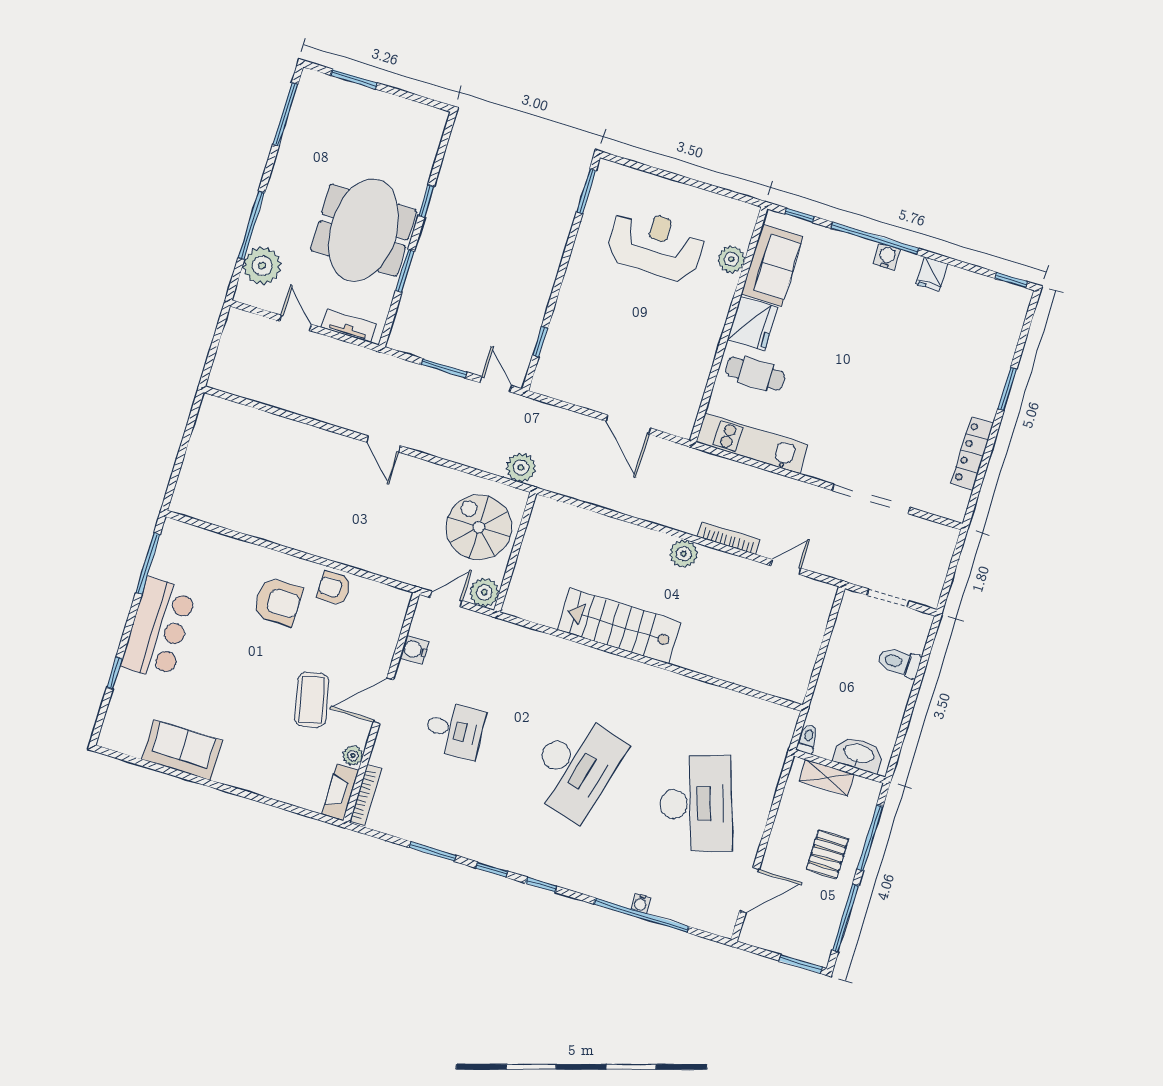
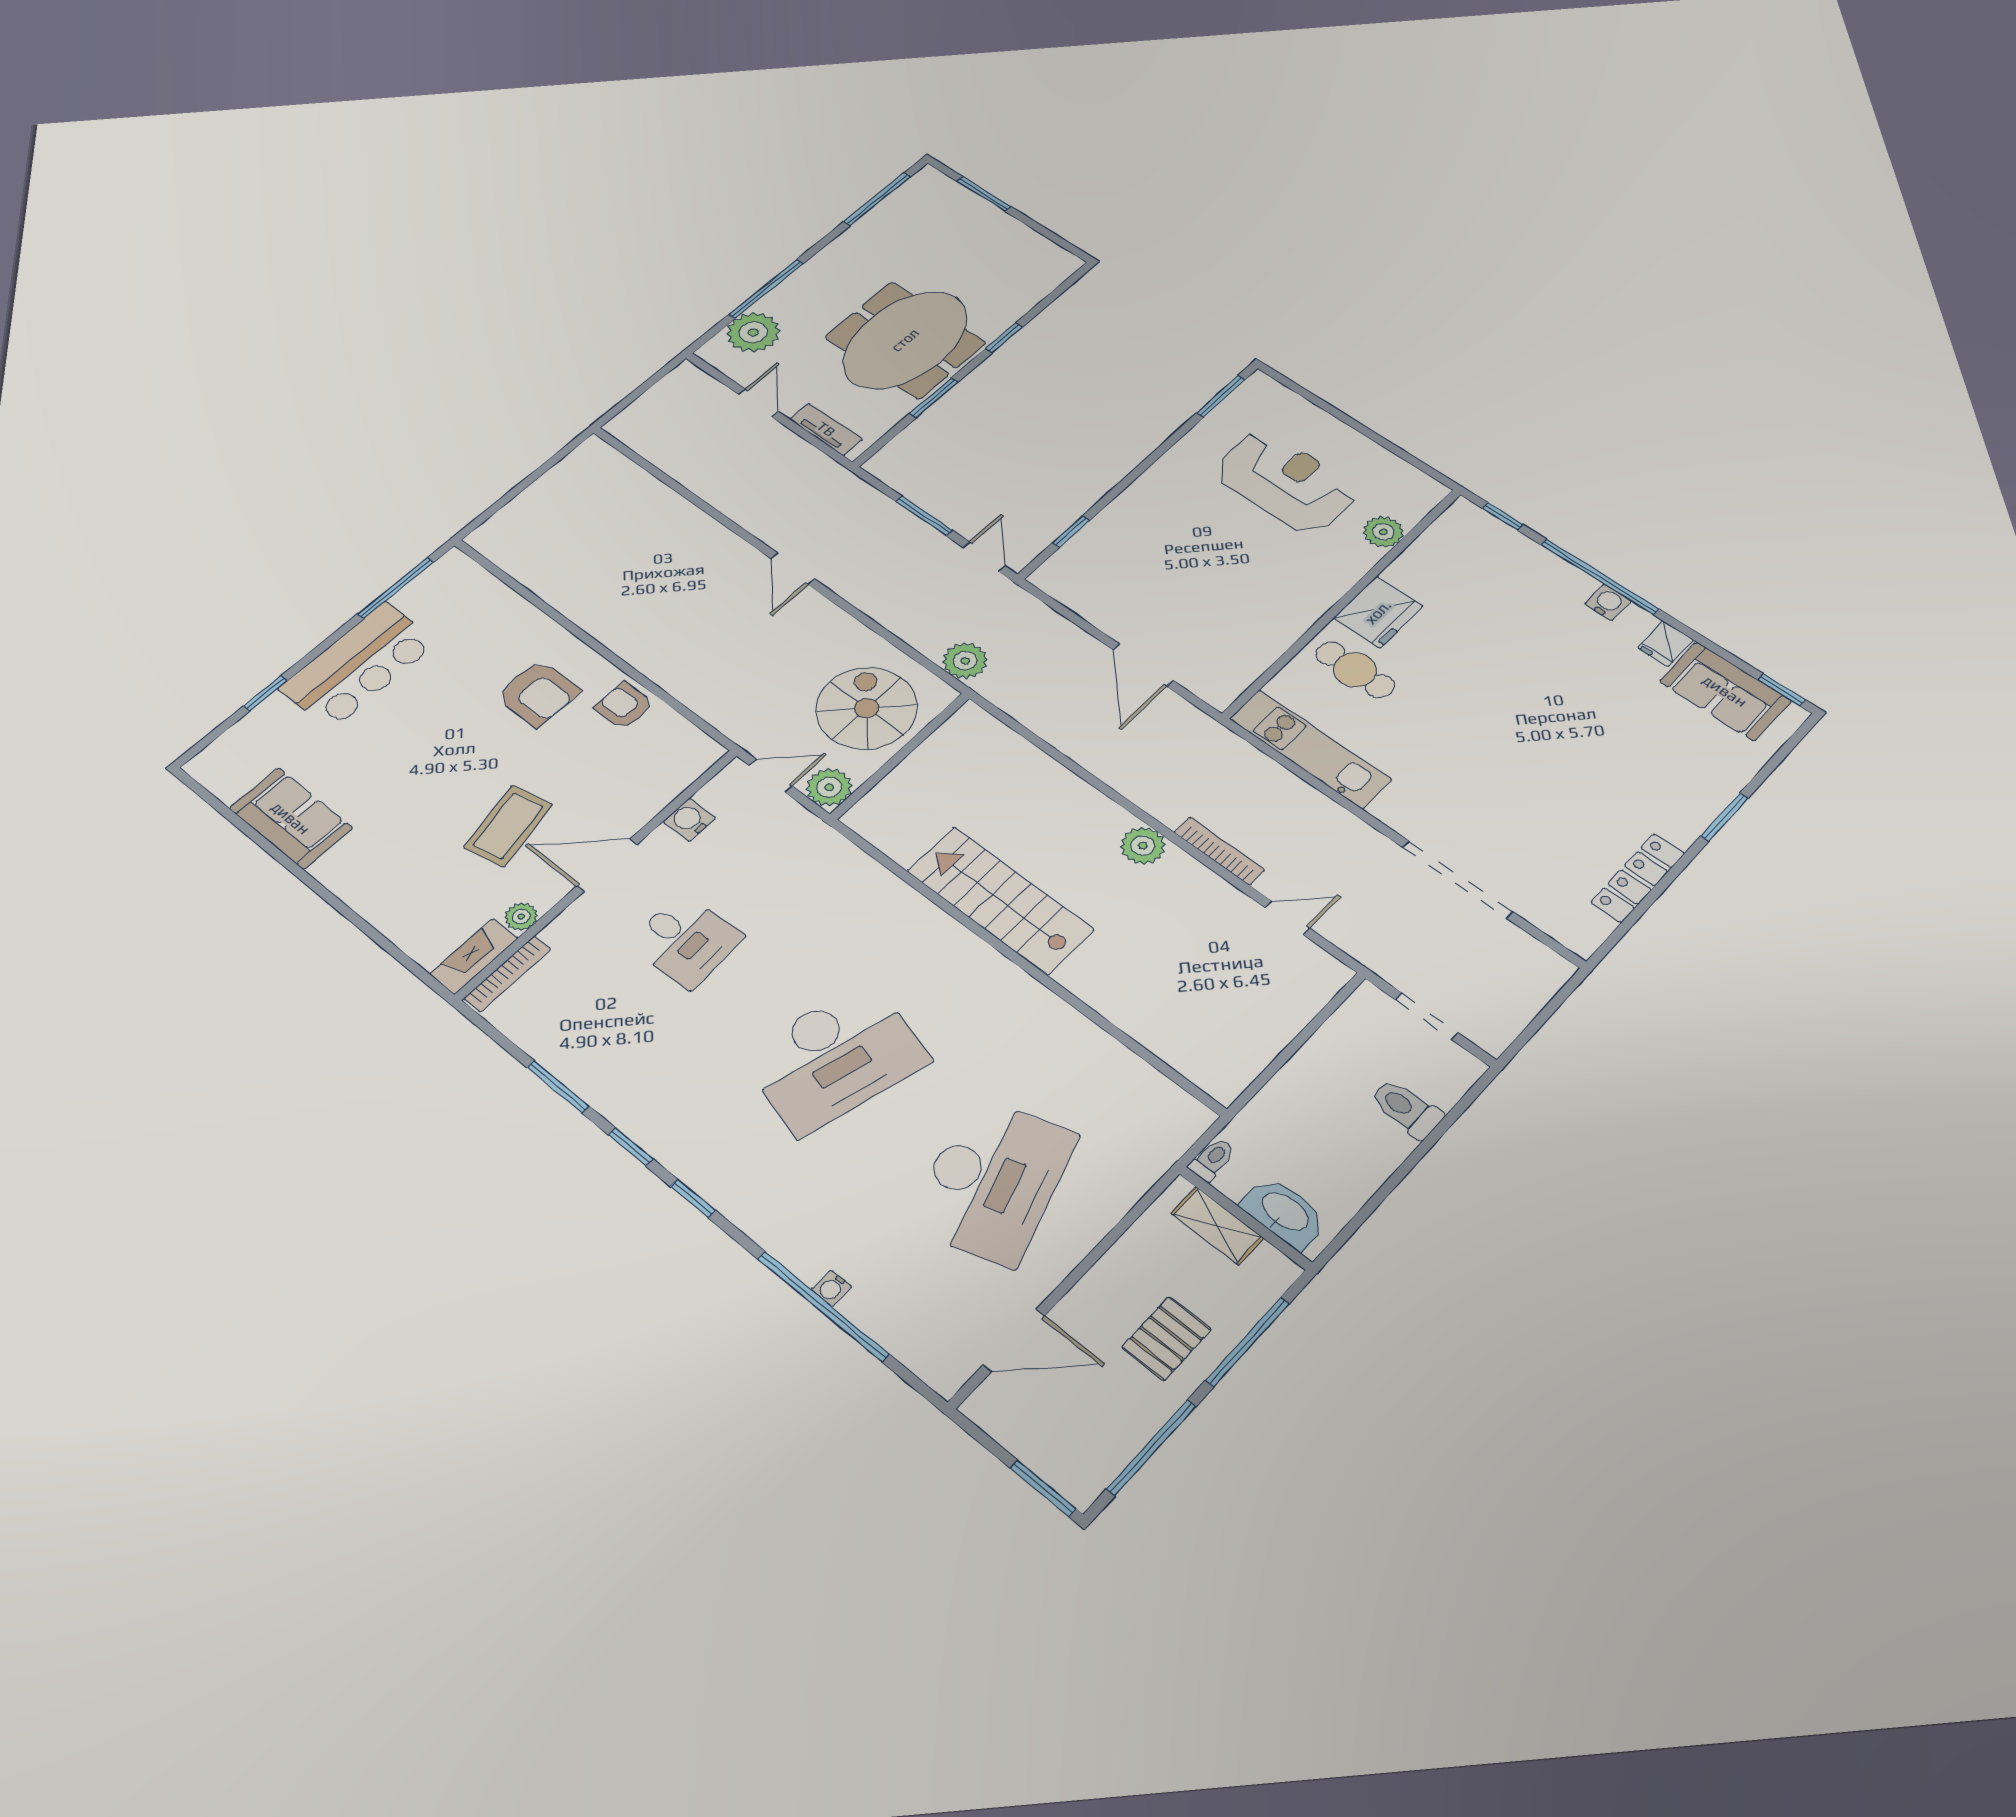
sofa: (772, 265) -> (1725, 691), moved, turned 90

